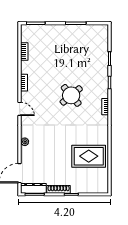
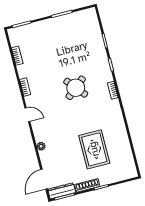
rug: (89, 156) -> (94, 149), moved, turned 90

